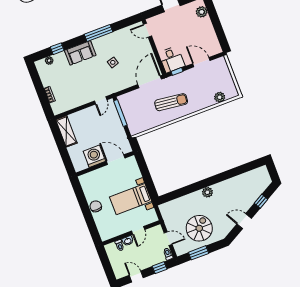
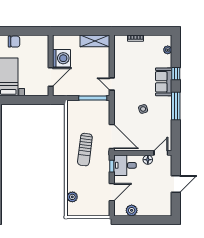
plant: (202, 12) -> (132, 210), moved
floor lamp: (158, 40) -> (148, 160), added
window: (57, 49) -> (176, 74), moved

